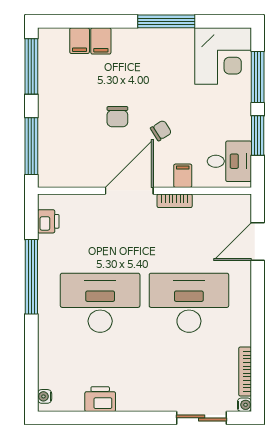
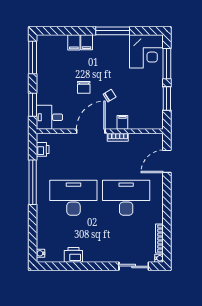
filing cabinet: (80, 41) -> (87, 42), moved
window: (31, 146) -> (33, 105), width x0.69
desk: (229, 161) -> (49, 117), moved, turned 180

